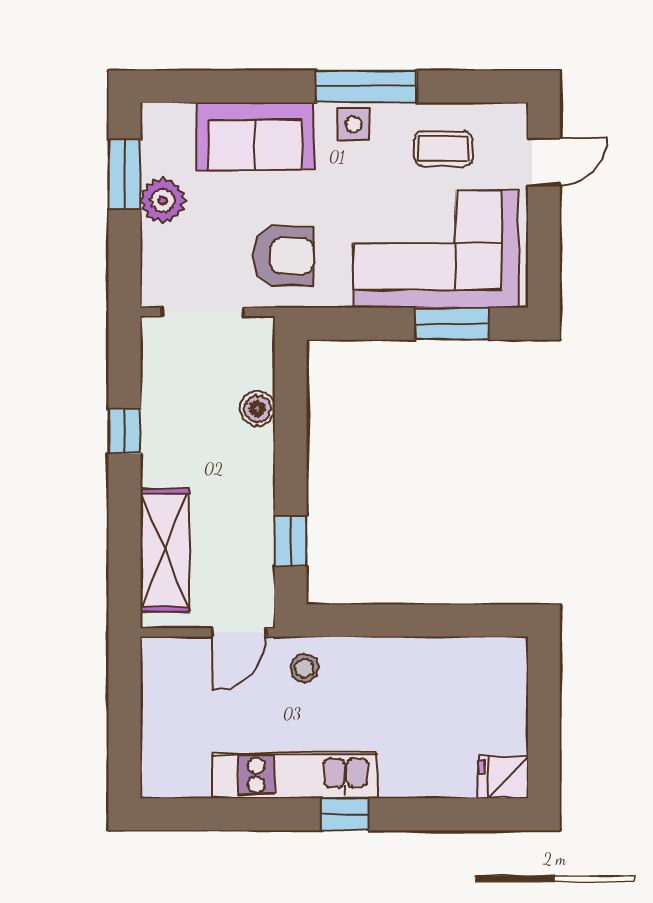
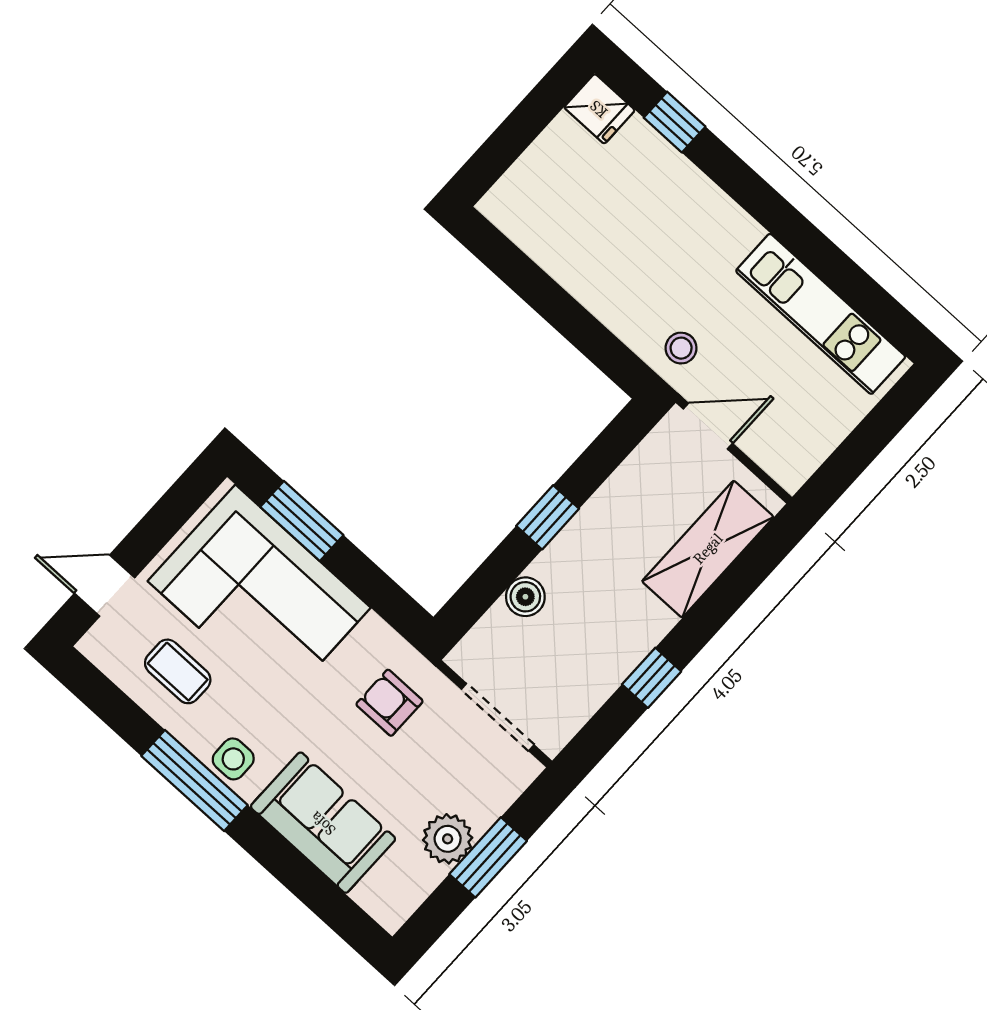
window: (125, 174) -> (488, 857), moved
armchair: (284, 256) -> (389, 703), width x0.72, depth x0.72
window: (291, 541) -> (548, 517), moved
kitchen unit: (294, 775) -> (821, 314), moved
window: (345, 814) -> (675, 122), moved

